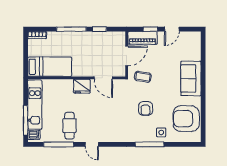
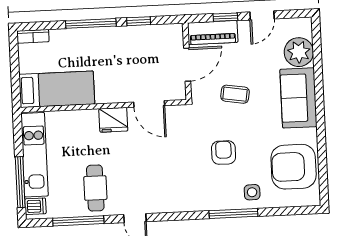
plant: (192, 52) -> (299, 52), added
coffee table: (143, 77) -> (235, 94), moved
armchair: (146, 108) -> (224, 153), turned 180

